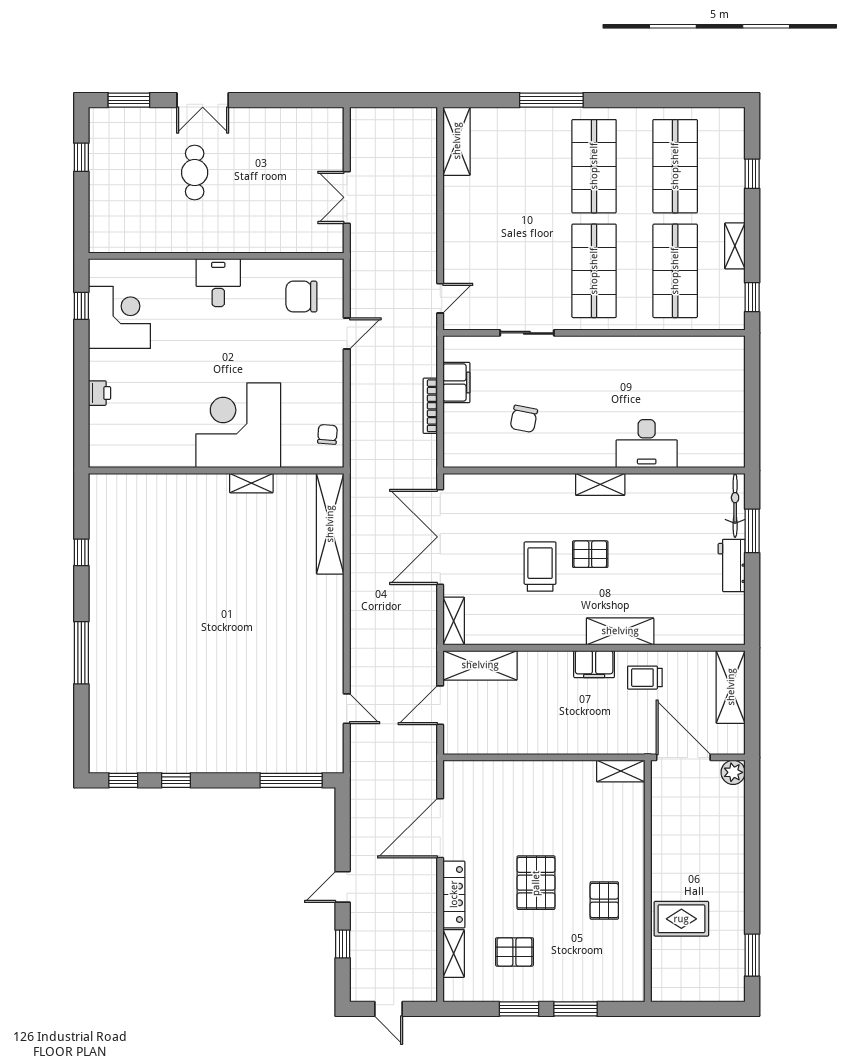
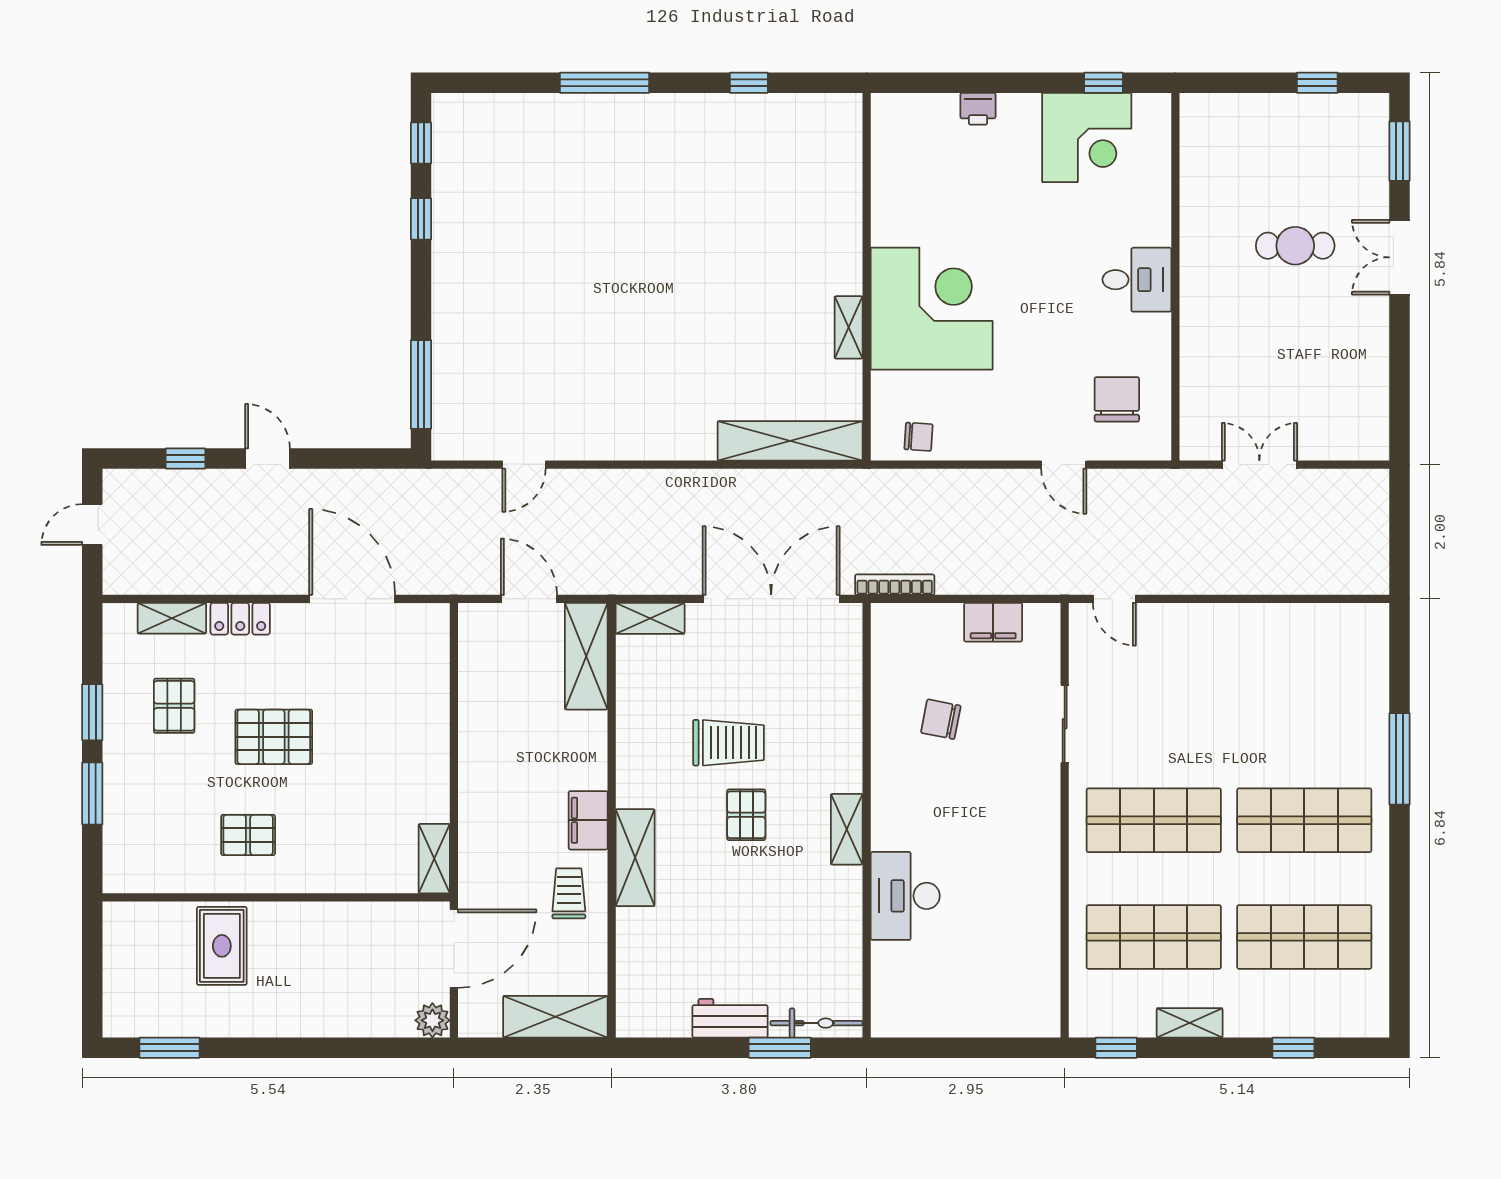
shelving: (457, 141) -> (1340, 622), removed
bookcase: (430, 406) -> (895, 585), moved
locker: (454, 894) -> (240, 619), width x0.66

